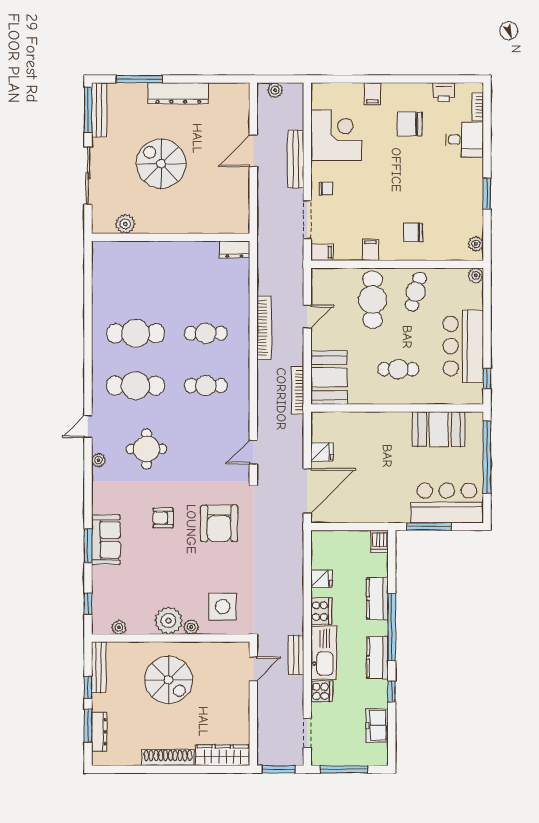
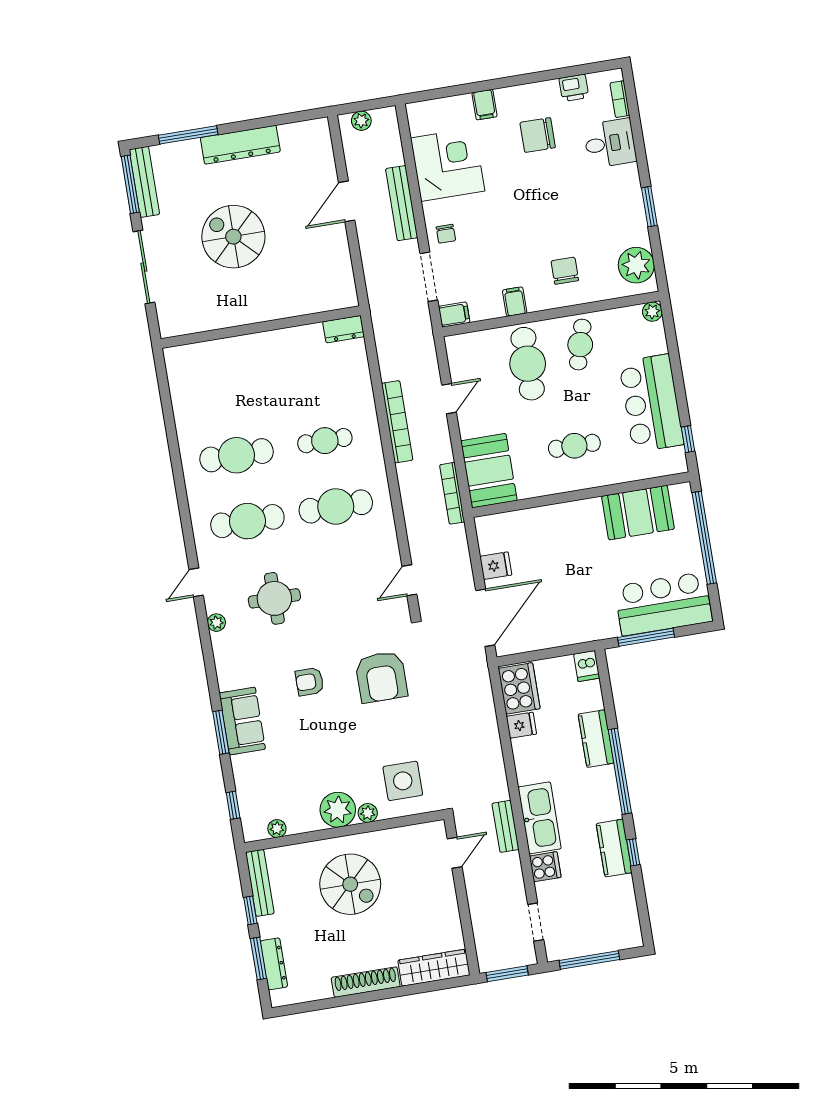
chair: (326, 189) -> (446, 234), turned 90
plant: (125, 224) -> (201, 320), removed
chair: (413, 233) -> (565, 271), turned 90
plant: (476, 244) -> (636, 265), width x1.88, depth x1.88
cafe table: (206, 386) -> (336, 506), width x1.37, depth x1.35
cooker: (321, 611) -> (519, 688), moved, width x1.37, depth x1.31
kitchen counter: (377, 658) -> (614, 848), moved
freezer: (377, 725) -> (622, 898), removed

